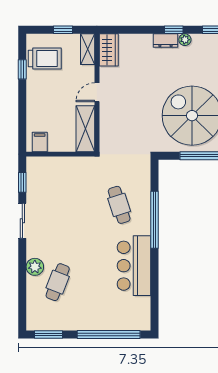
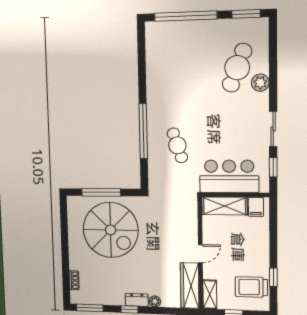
plant: (185, 40) -> (155, 301), moved
wardrobe: (109, 50) -> (190, 286), width x1.50
shelving: (85, 129) -> (225, 206), moved, turned 90
bar counter: (134, 266) -> (229, 176), moved, turned -90
cafe table: (58, 282) -> (237, 68), width x1.37, depth x1.35

